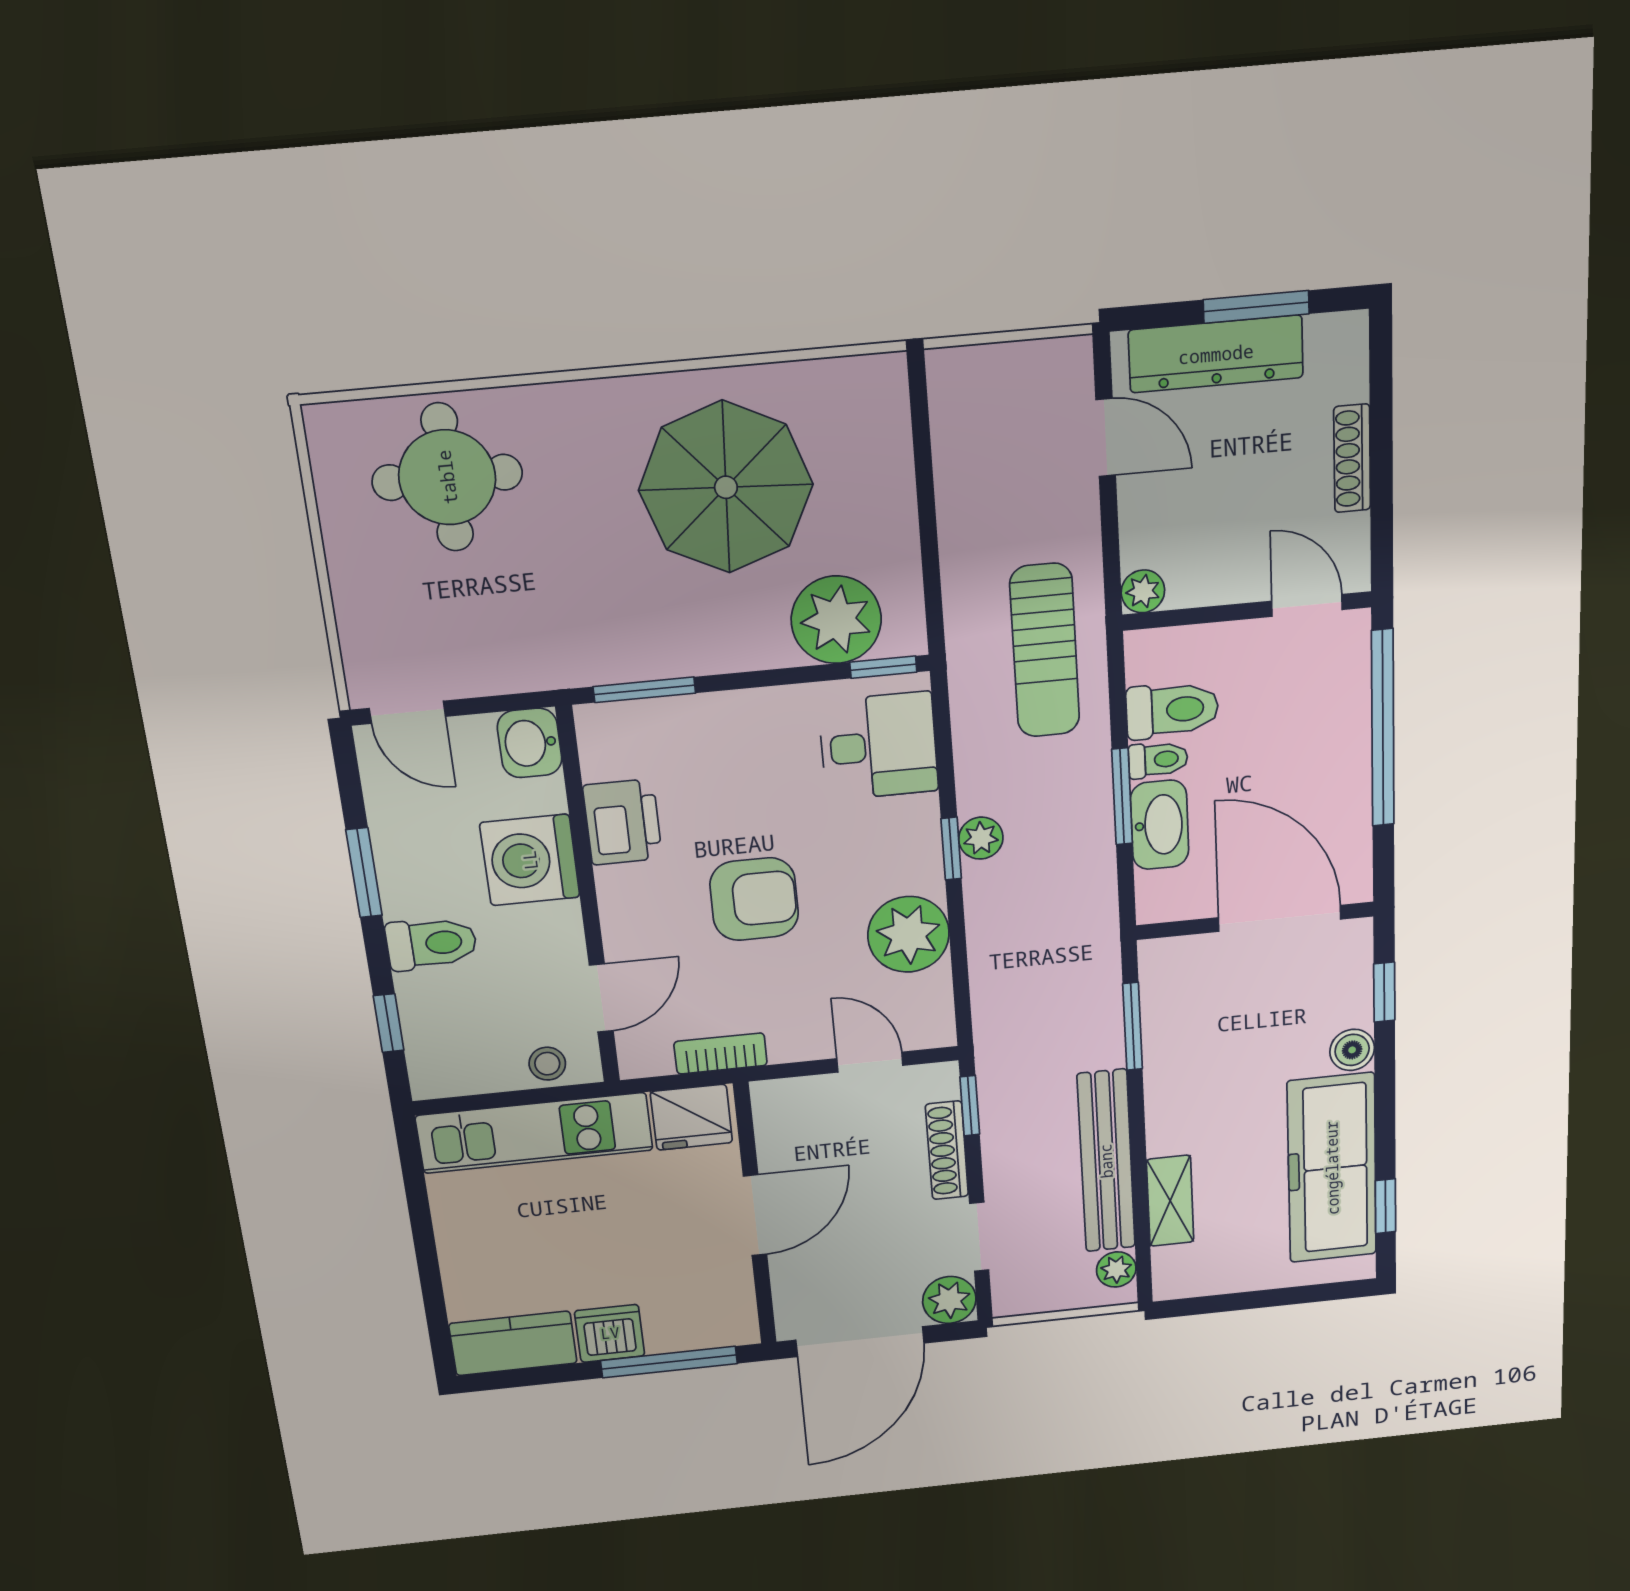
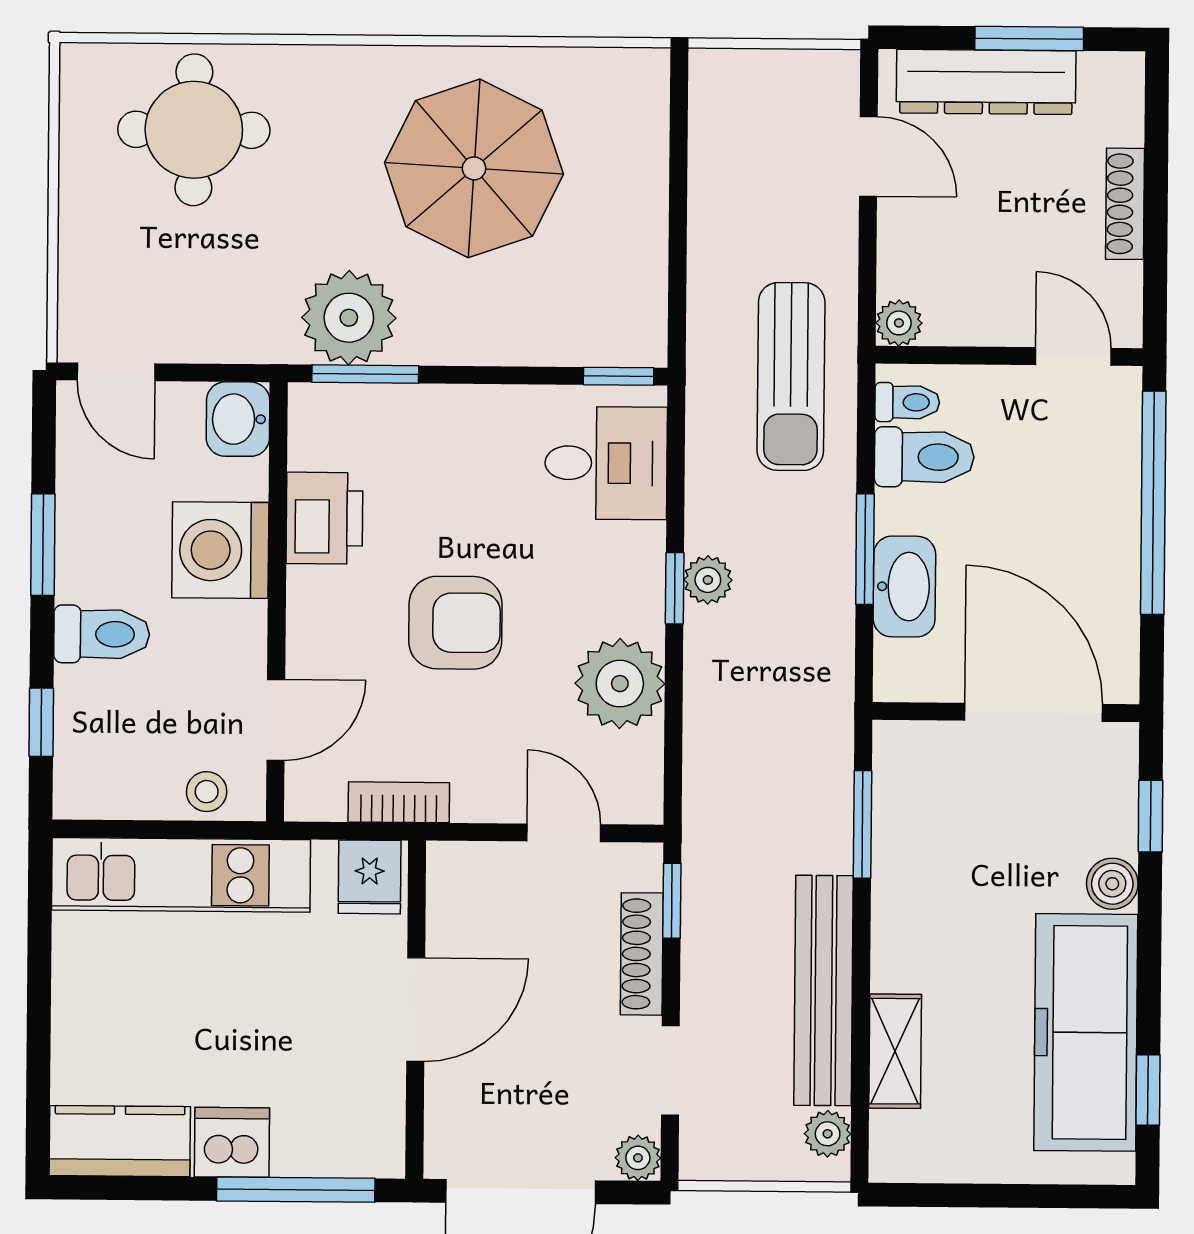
plant: (836, 620) -> (349, 318), moved
toilet: (1158, 760) -> (907, 402), moved
fridge: (691, 1117) -> (370, 877), width x0.72
plant: (949, 1300) -> (638, 1158), width x0.73, depth x0.73

